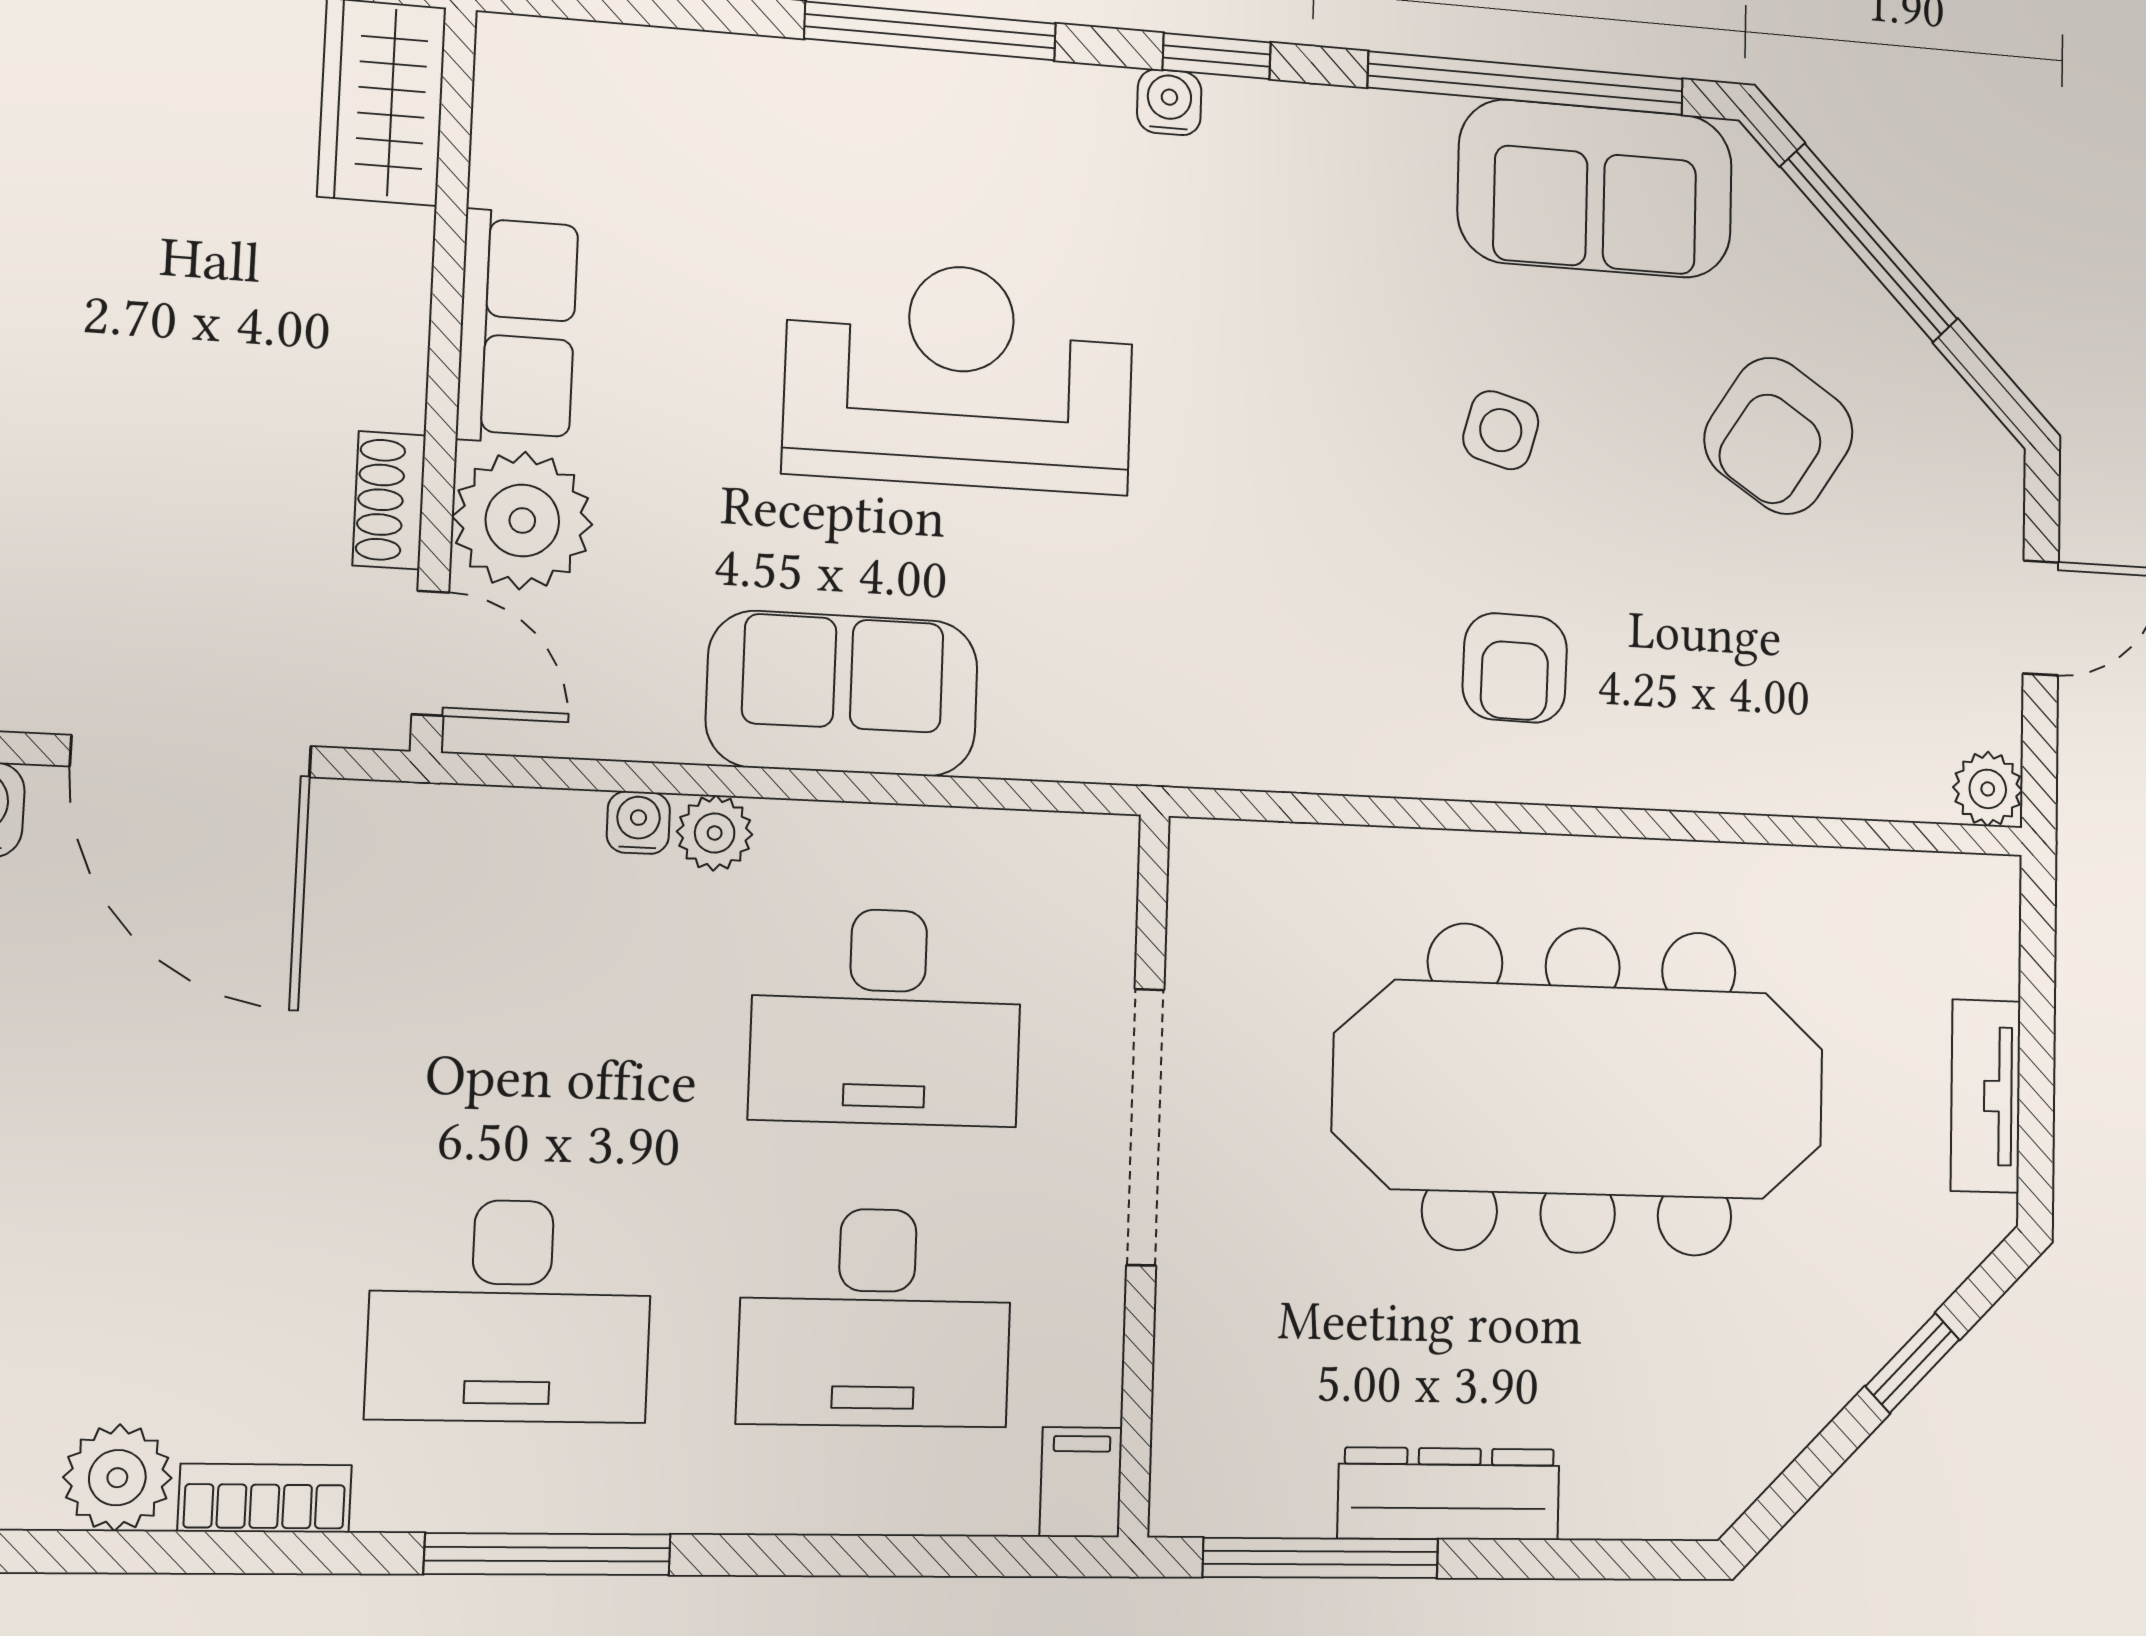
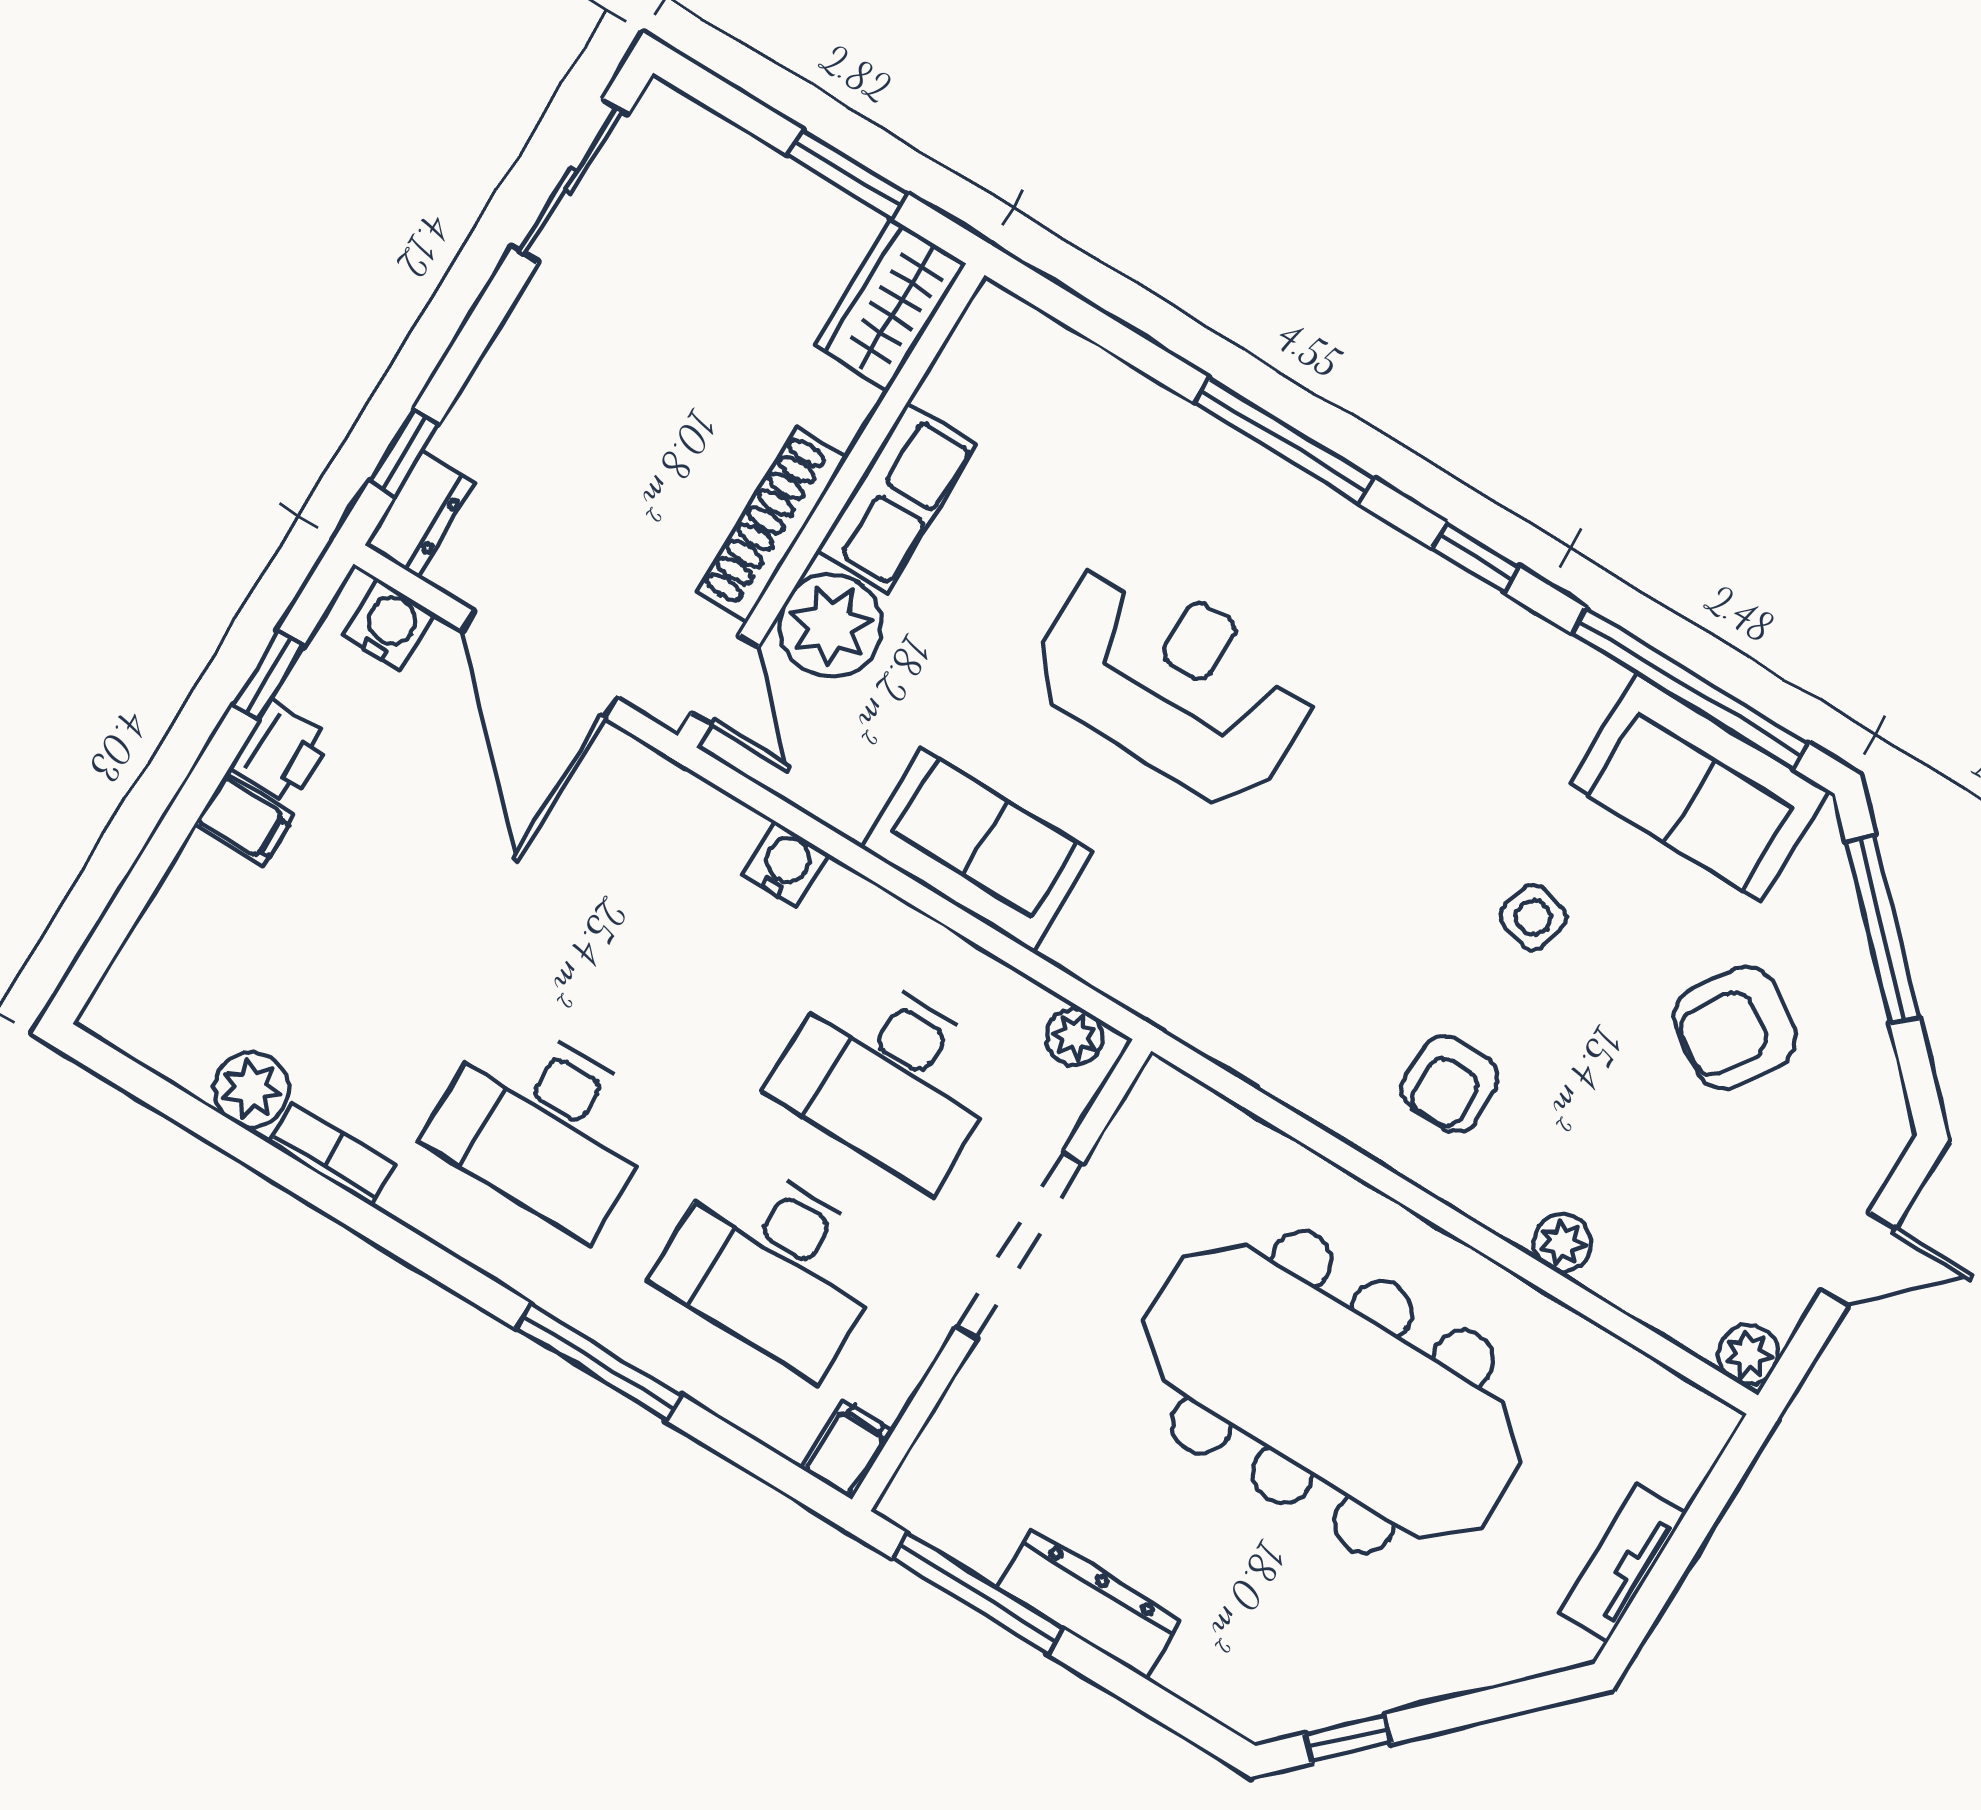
water cooler: (1169, 102) -> (1424, 572), removed
shoe rack: (389, 500) -> (772, 524), width x1.94, depth x1.24
plant: (1730, 778) -> (1562, 1243), added
water cooler: (638, 823) -> (786, 864), width x1.38, depth x1.38
plant: (715, 833) -> (1075, 1037), moved
window: (1912, 1363) -> (1348, 1738), moved
window: (548, 1554) -> (599, 1362), moved

